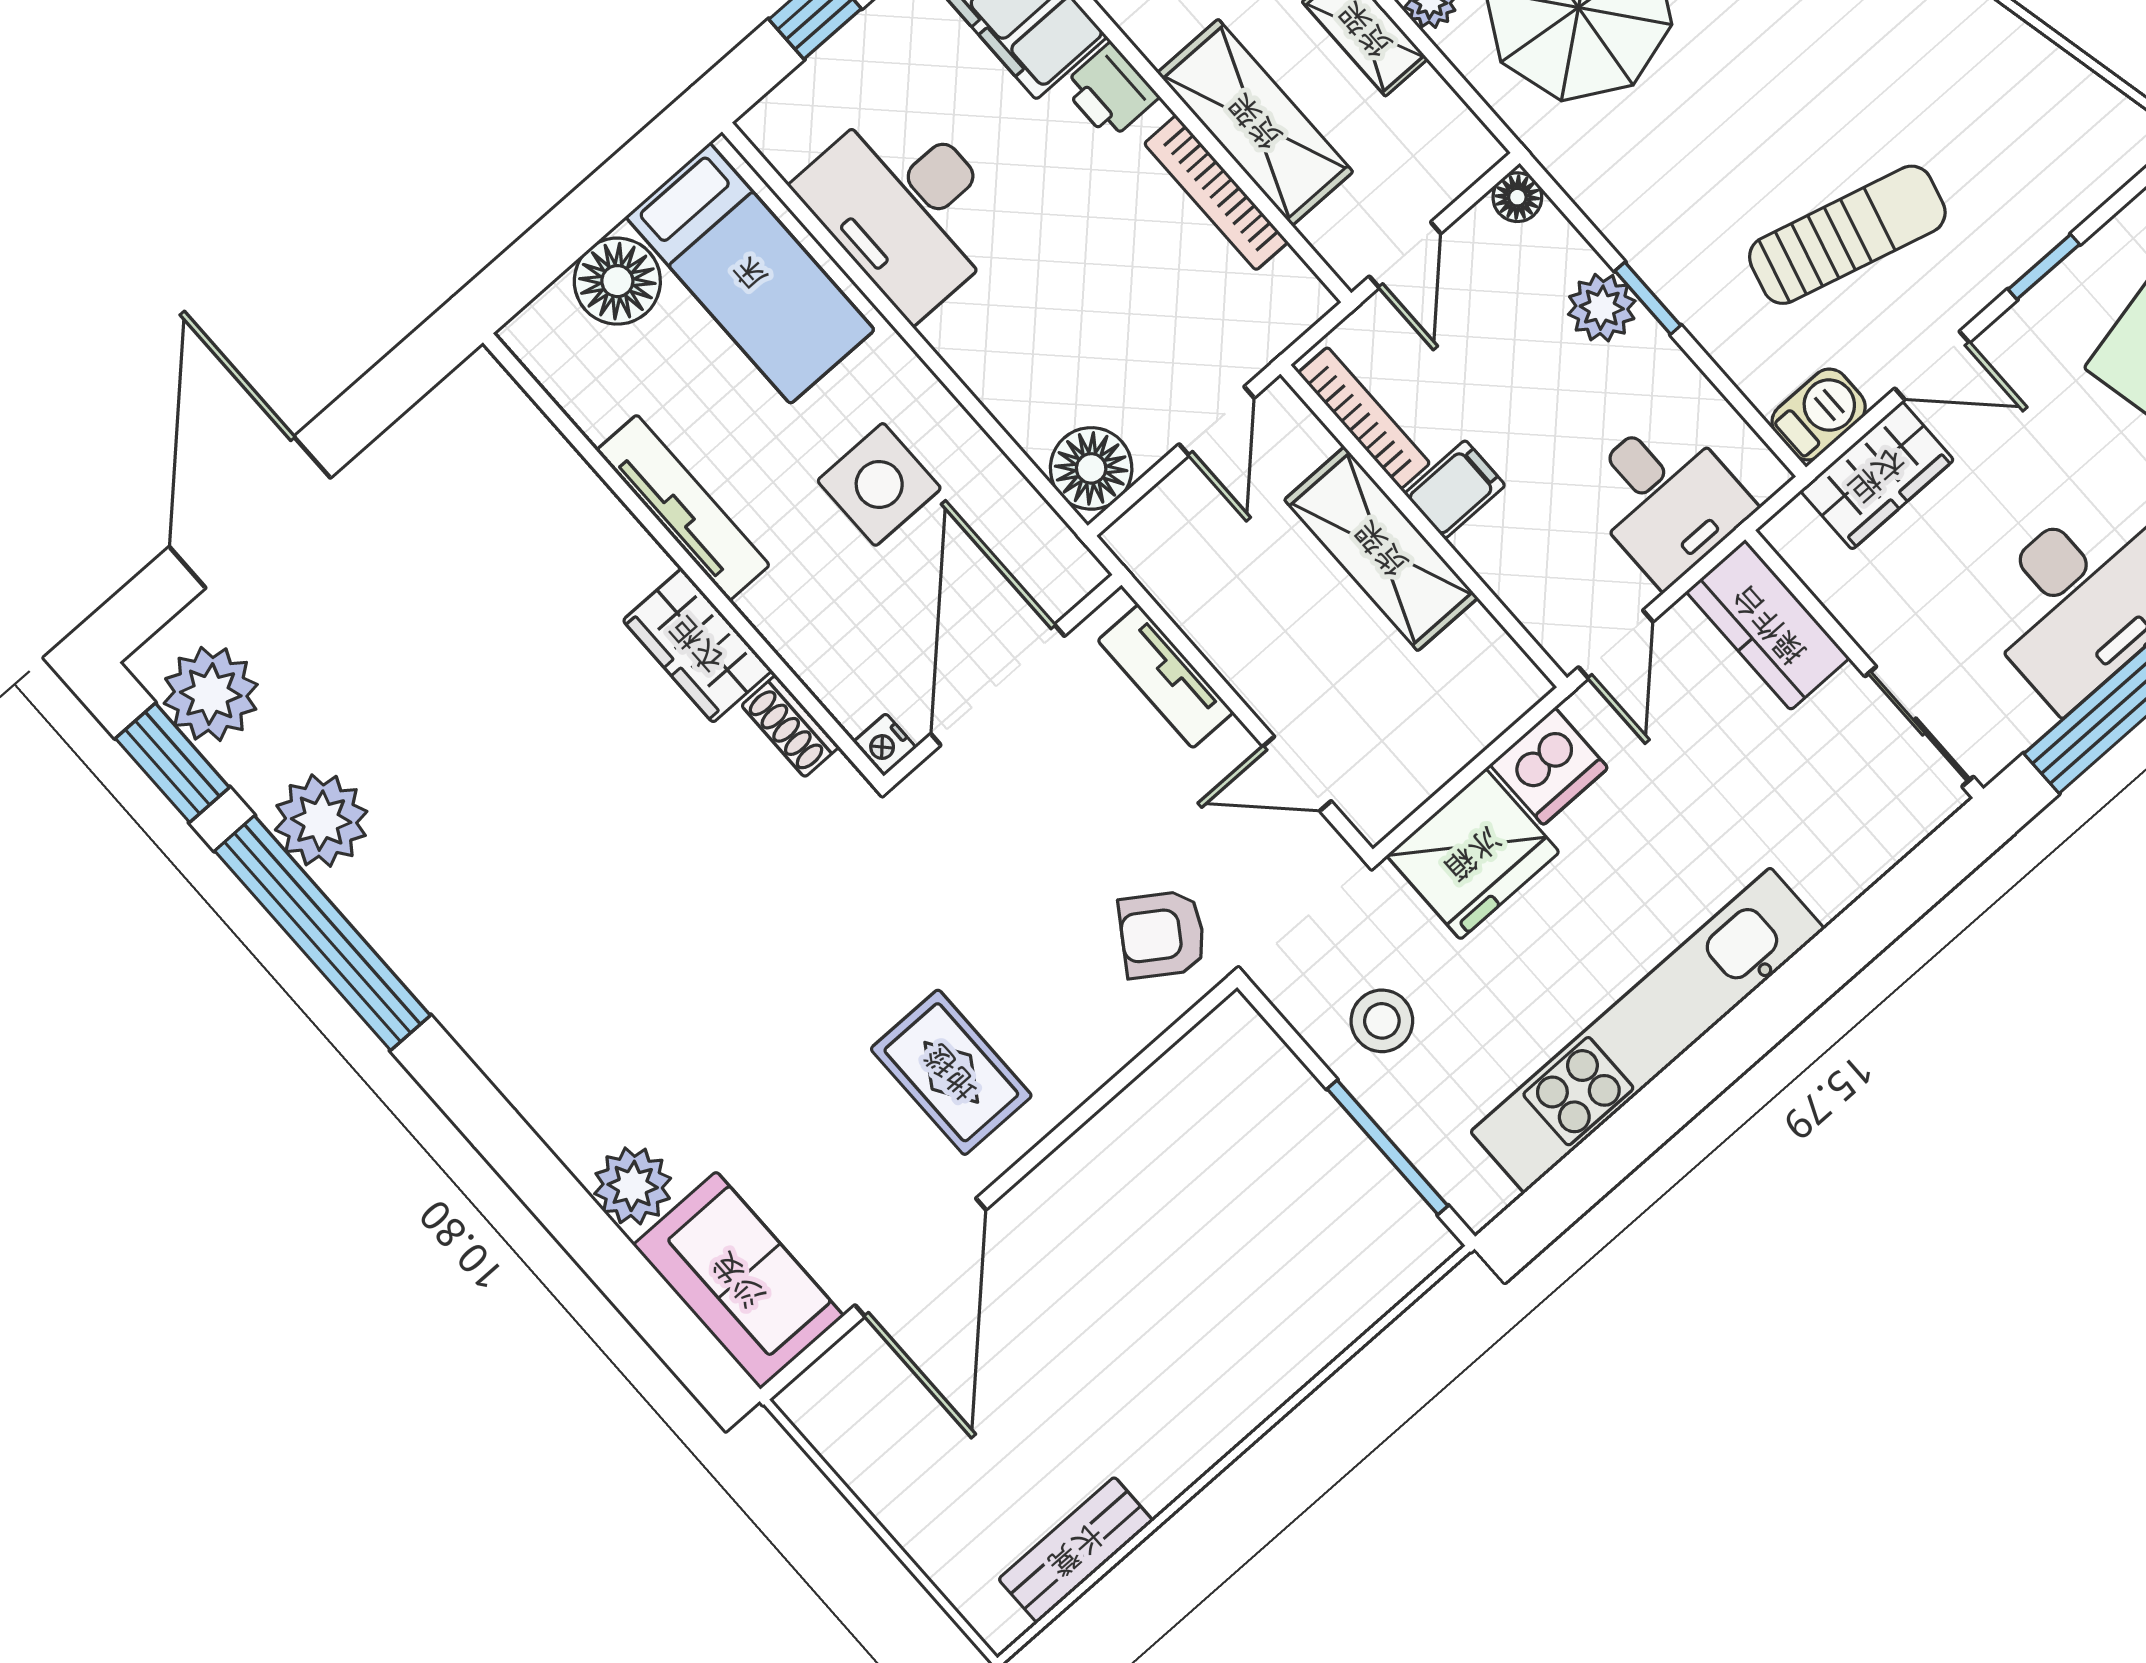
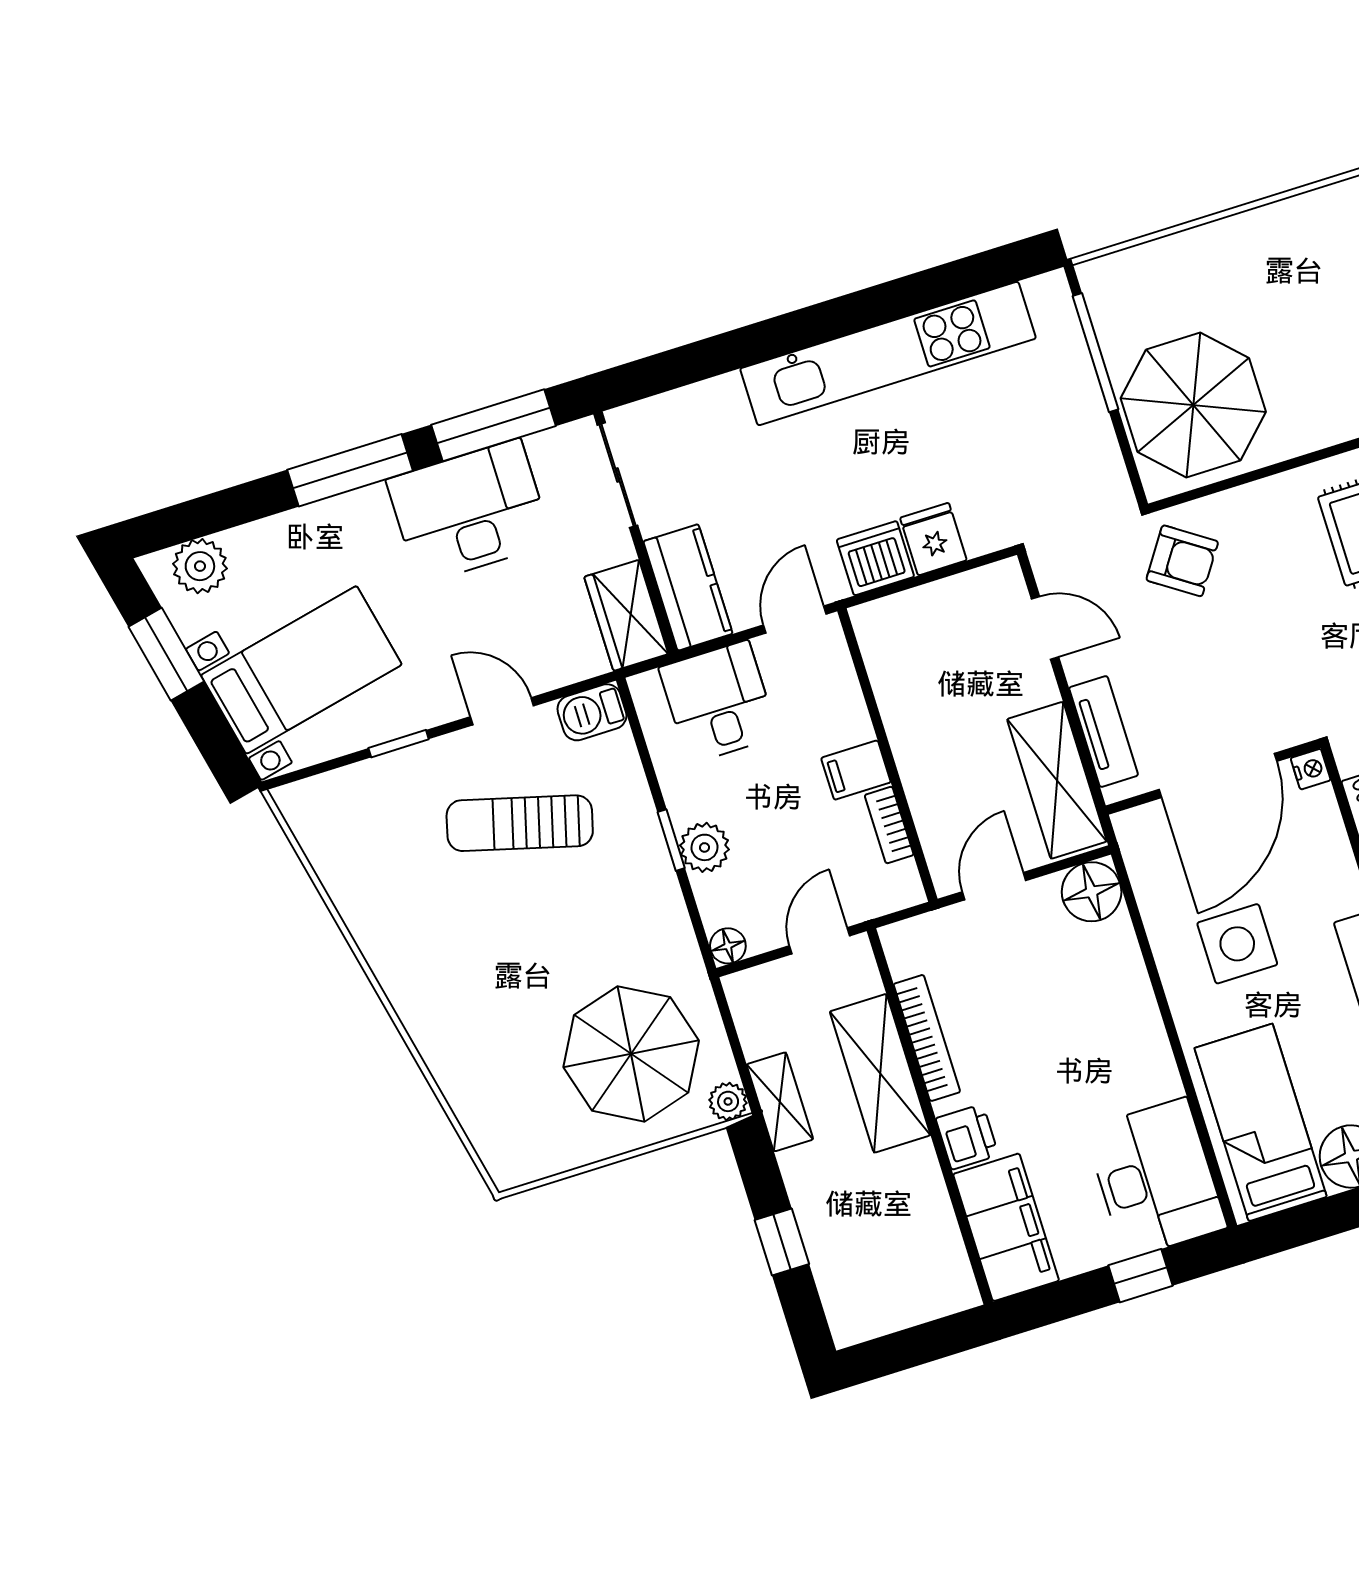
desk: (906, 207) -> (1156, 1178), moved
bookcase: (1364, 418) -> (889, 825), width x0.64
wardrobe: (1877, 475) -> (626, 615), moved, turned -90
shelving: (1381, 549) -> (1057, 780), moved
fridge: (1473, 854) -> (933, 539), width x0.53, depth x0.75
stool: (1382, 1021) -> (1062, 438), removed
parasol: (1236, 1136) -> (1193, 405), added

